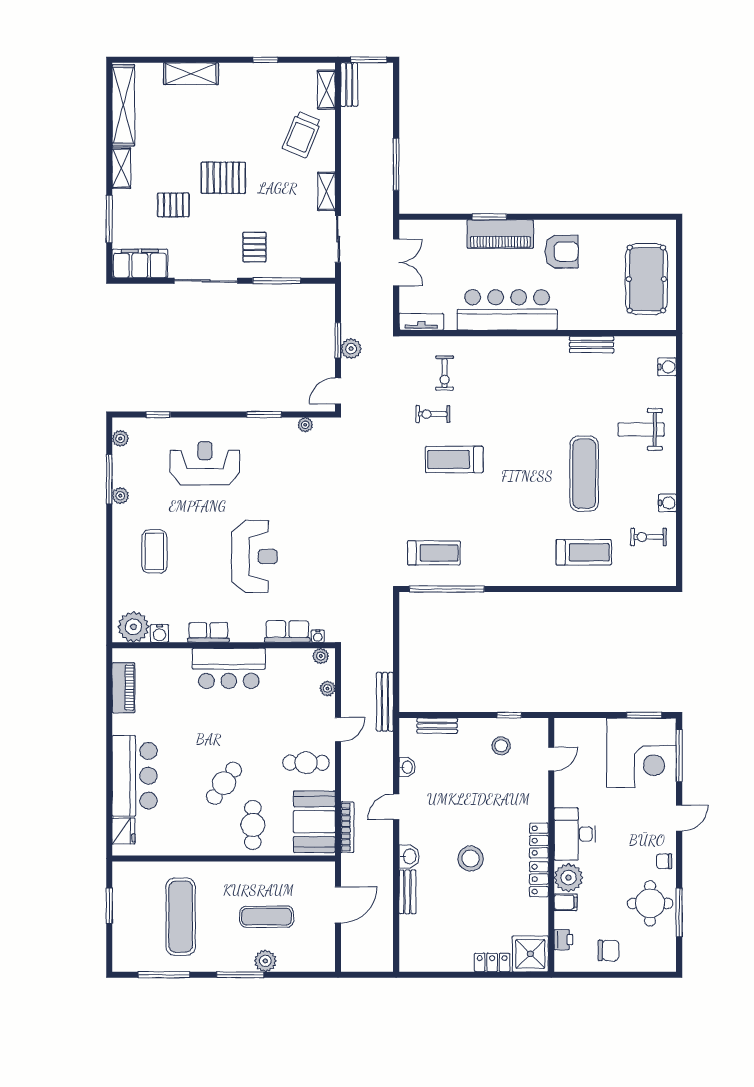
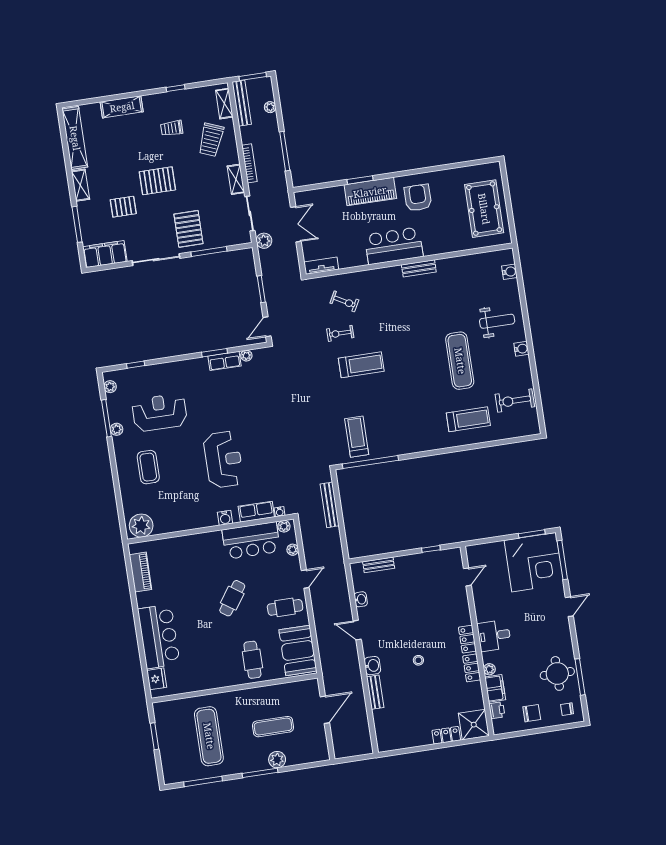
bench: (349, 85) -> (242, 103), width x1.36
plant: (386, 104) -> (270, 107), added
trolley: (252, 112) -> (172, 128), added
pallet: (254, 247) -> (188, 229), width x1.50, depth x1.42
armchair: (562, 252) -> (418, 198), turned -90
bar counter: (507, 310) -> (394, 246), width x0.73
bench: (592, 344) -> (419, 268), moved
plant: (351, 349) -> (264, 241), moved
exercise bike: (445, 373) -> (344, 301), turned -61
weight bench: (641, 429) -> (497, 321), turned 180
treadmill: (454, 460) -> (361, 365), turned 180
reception desk: (205, 463) -> (160, 412), moved
water cooler: (667, 503) -> (521, 349), moved
exercise bike: (649, 537) -> (515, 401), width x1.38, depth x1.39
treadmill: (434, 553) -> (357, 437), turned -90
row of seats: (208, 632) -> (225, 361), moved, turned 180
water cooler: (160, 633) -> (225, 518), moved
bar counter: (229, 668) -> (251, 541), moved
bench: (385, 702) -> (330, 505), moved
stool: (501, 746) -> (429, 573), removed
cafe table: (224, 783) -> (232, 598), moved
door: (396, 807) -> (357, 630), hinge flipped
bookcase: (347, 827) -> (249, 163), moved
desk: (575, 834) -> (494, 636), width x0.73
stool: (471, 859) -> (418, 660), width x0.53, depth x0.53
chair: (664, 861) -> (567, 709), moved
plant: (569, 878) -> (489, 669), width x0.53, depth x0.53
filing cabinet: (566, 902) -> (495, 688), width x2.00

